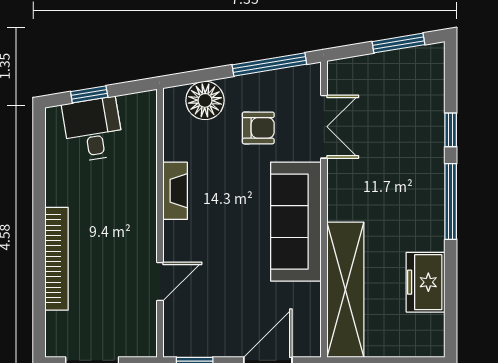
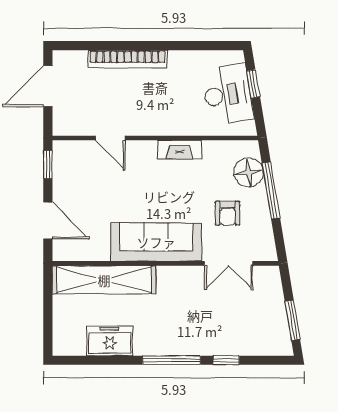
window: (269, 64) -> (271, 190), moved
desk: (93, 130) -> (228, 95), width x1.37

